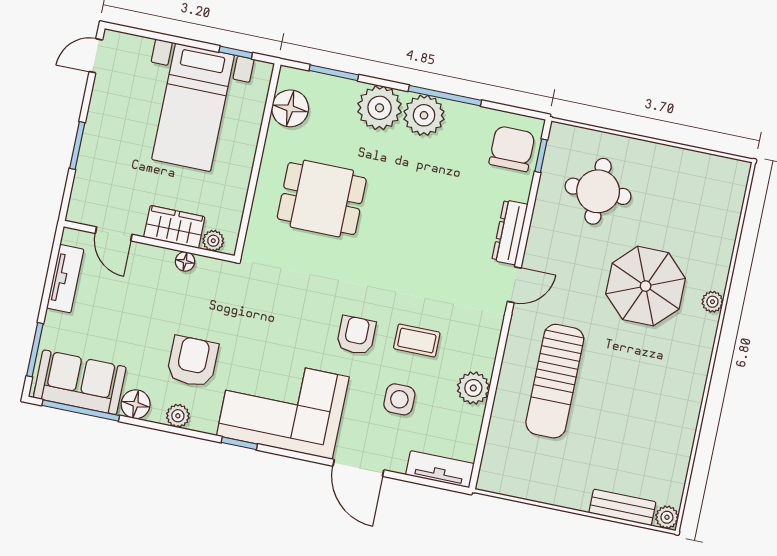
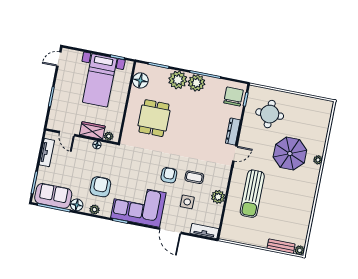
dining table: (322, 199) -> (154, 118), turned 90

